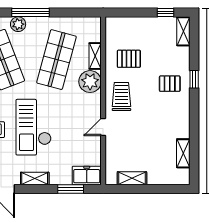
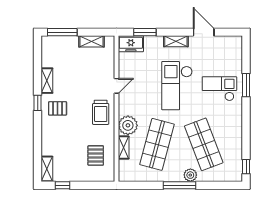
pallet: (129, 59) -> (96, 155), moved, turned 90
window: (194, 79) -> (38, 103), moved
pallet: (170, 84) -> (58, 108), moved
checkout: (33, 127) -> (177, 86), turned 180
shelving: (183, 153) -> (47, 81), moved
window: (166, 189) -> (62, 32), added

